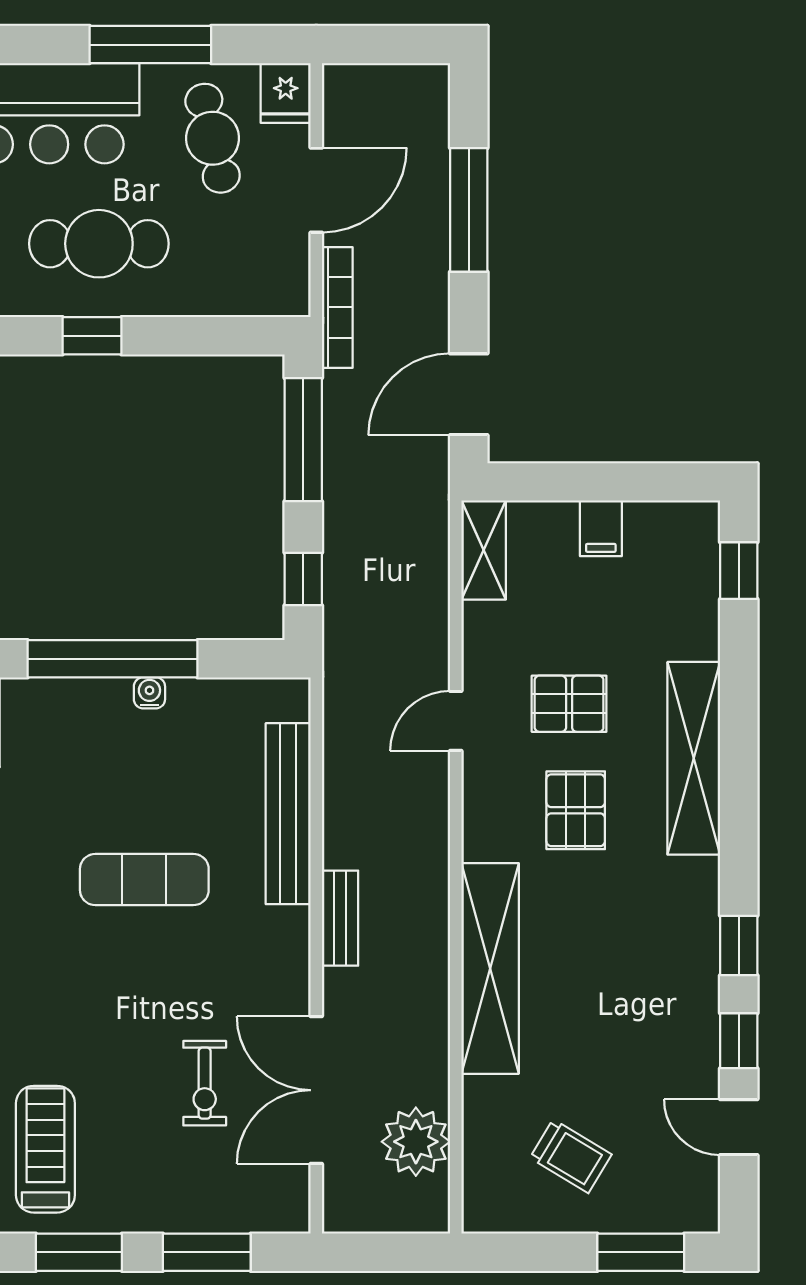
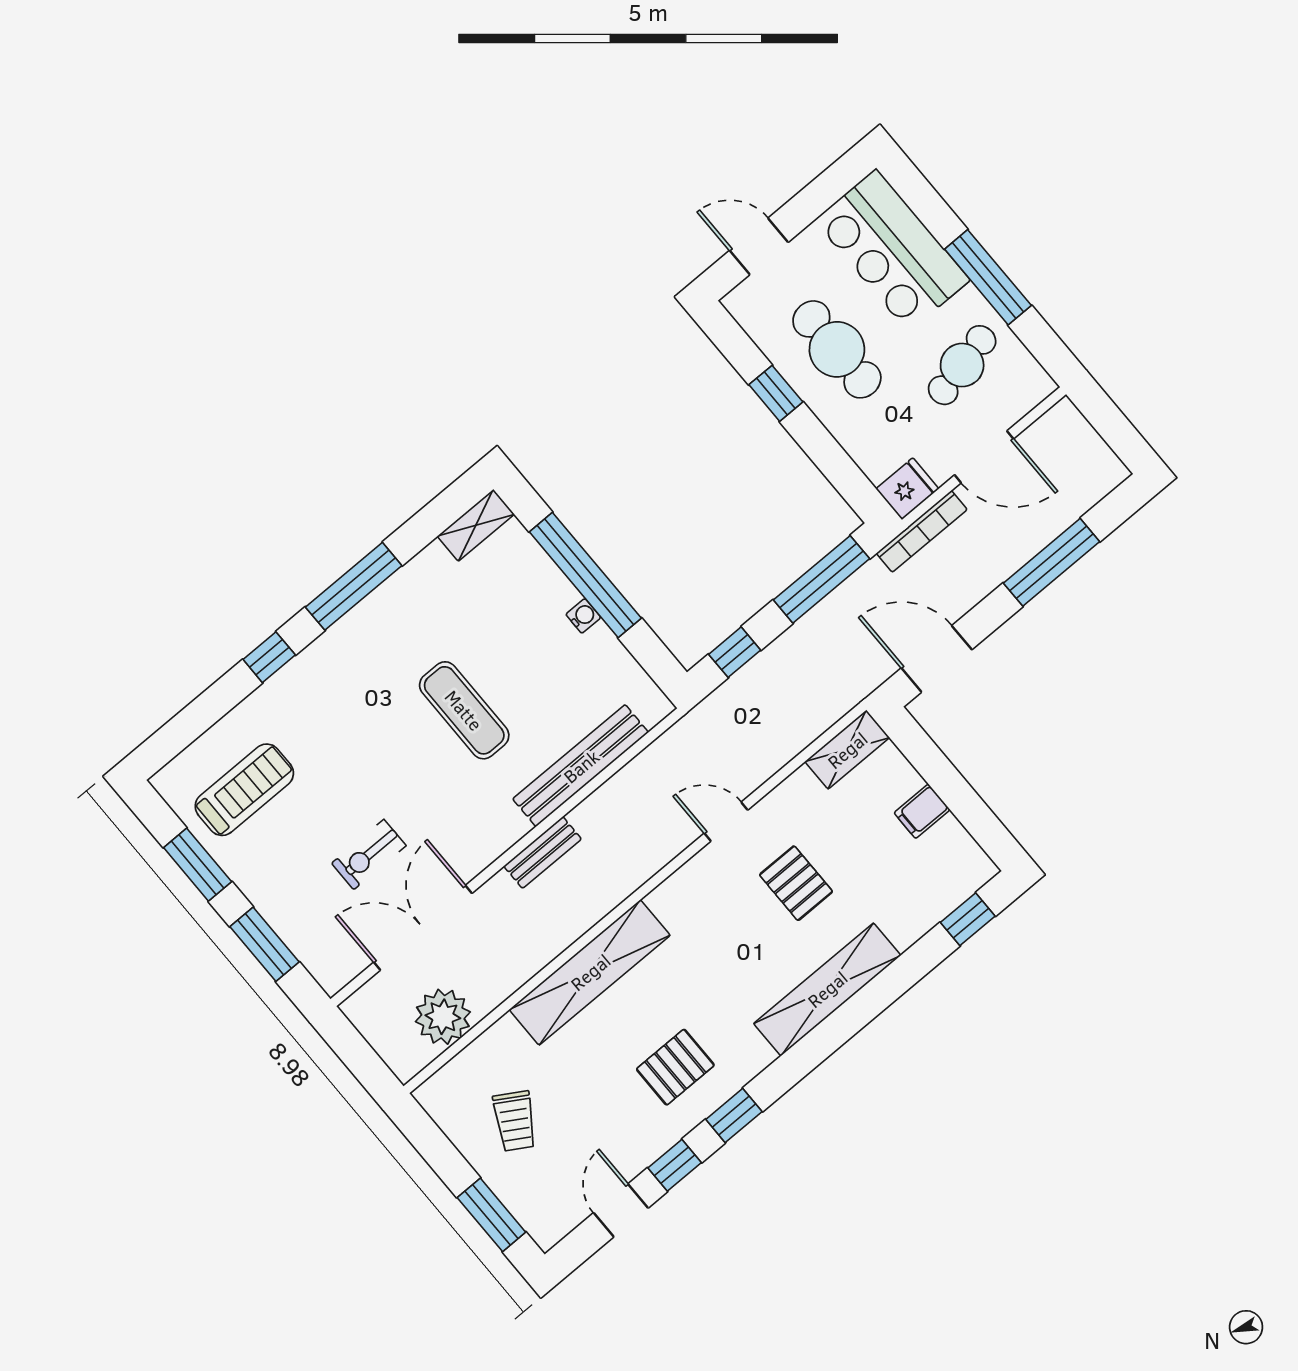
fridge: (286, 93) -> (907, 489), moved, turned 180
pallet: (576, 810) -> (675, 1067), moved

